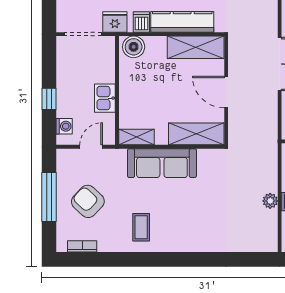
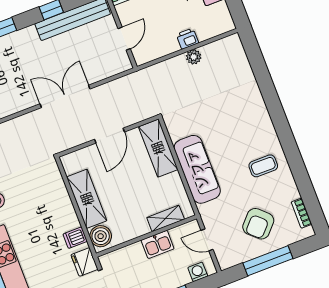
kitchen counter: (182, 22) -> (61, 200), removed
shelving: (196, 47) -> (87, 199), moved
shelving: (136, 137) -> (166, 218), moved, turned 90

